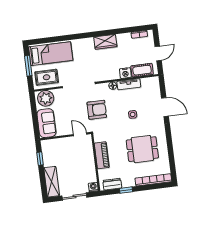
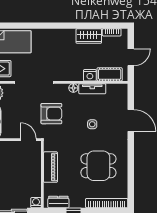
wardrobe: (105, 42) -> (89, 36), moved

